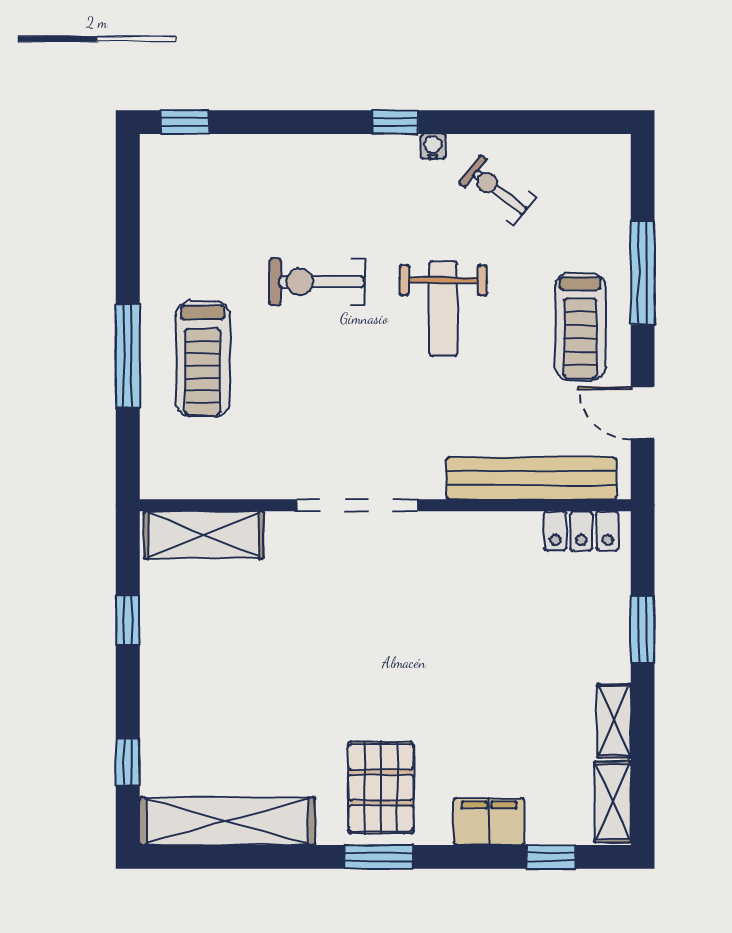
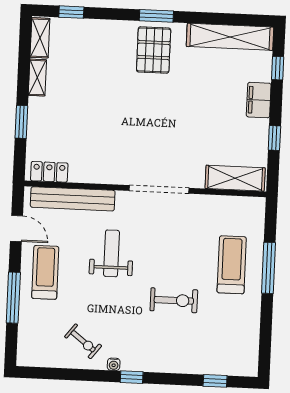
window: (185, 122) -> (215, 381), moved
weight bench: (443, 309) -> (111, 253), moved
filing cabinet: (489, 822) -> (259, 100), moved, turned 90

